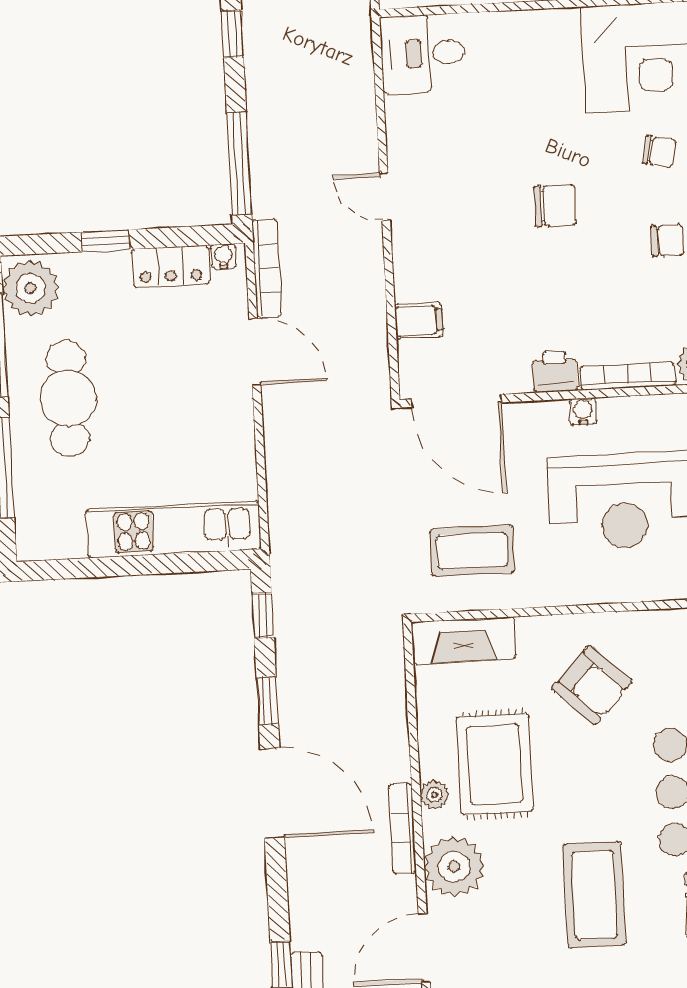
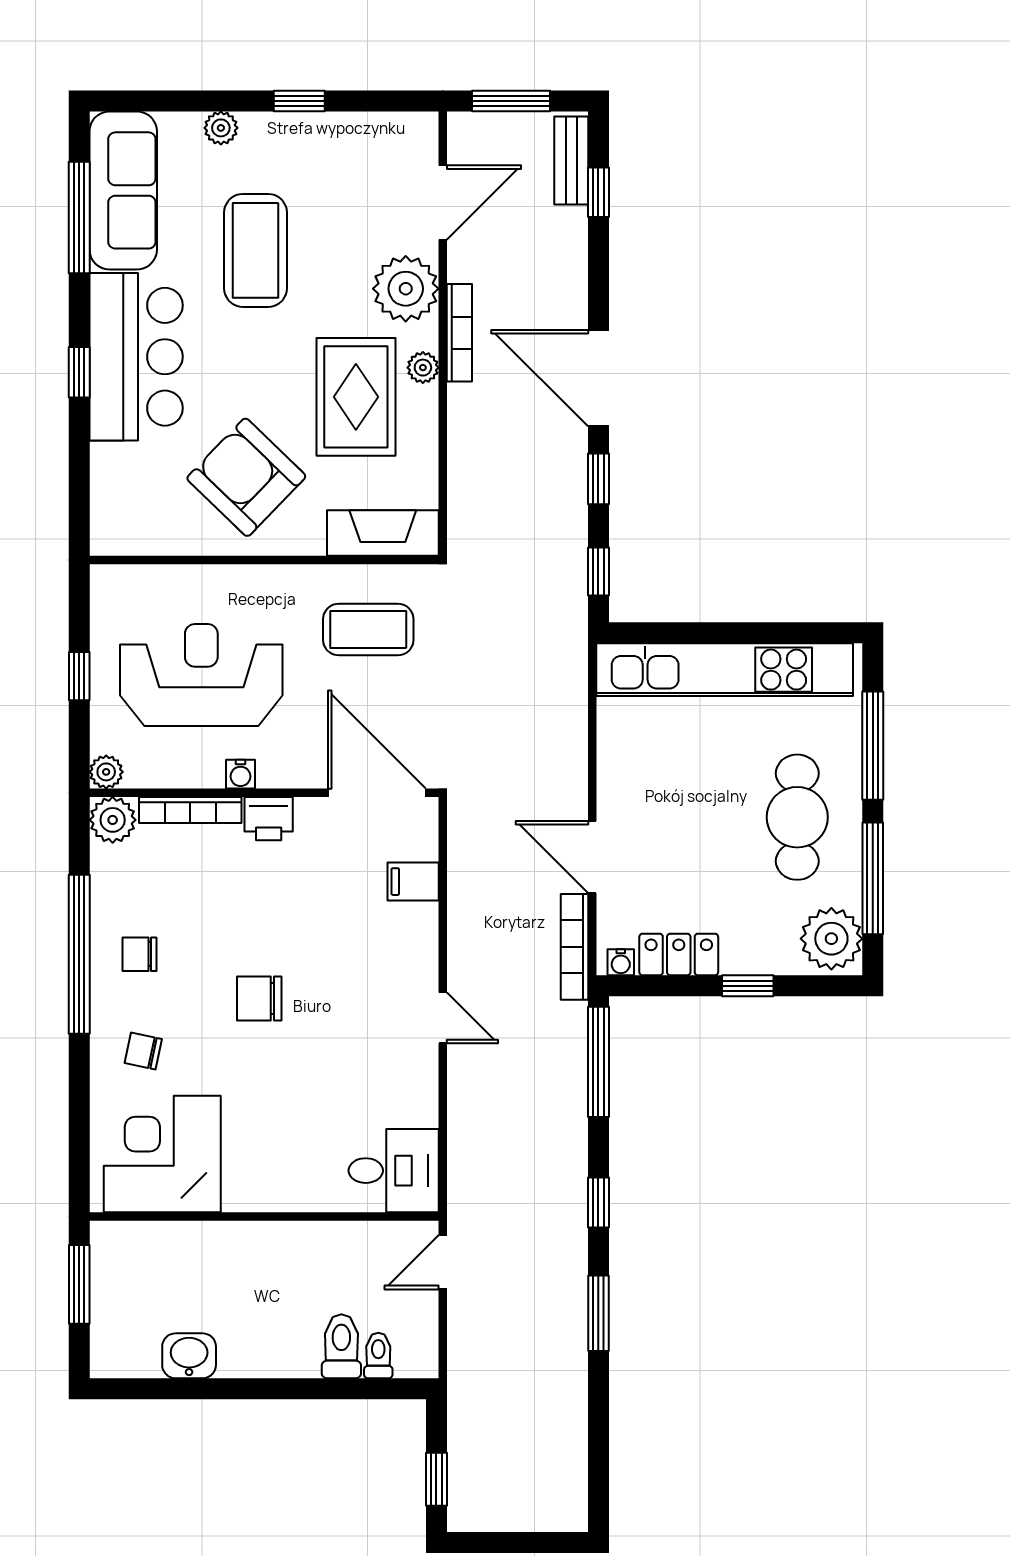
kitchen unit: (173, 529) -> (725, 670), width x1.36
armchair: (592, 685) -> (246, 477), width x1.36, depth x1.36

